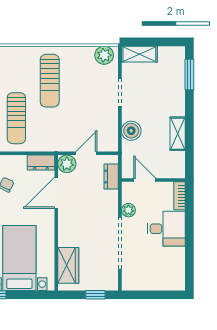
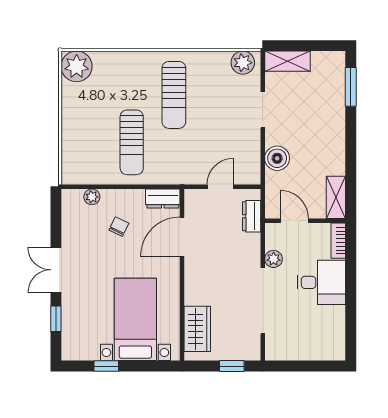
shelving: (178, 134) -> (336, 197), moved
plant: (67, 164) -> (196, 200), removed

